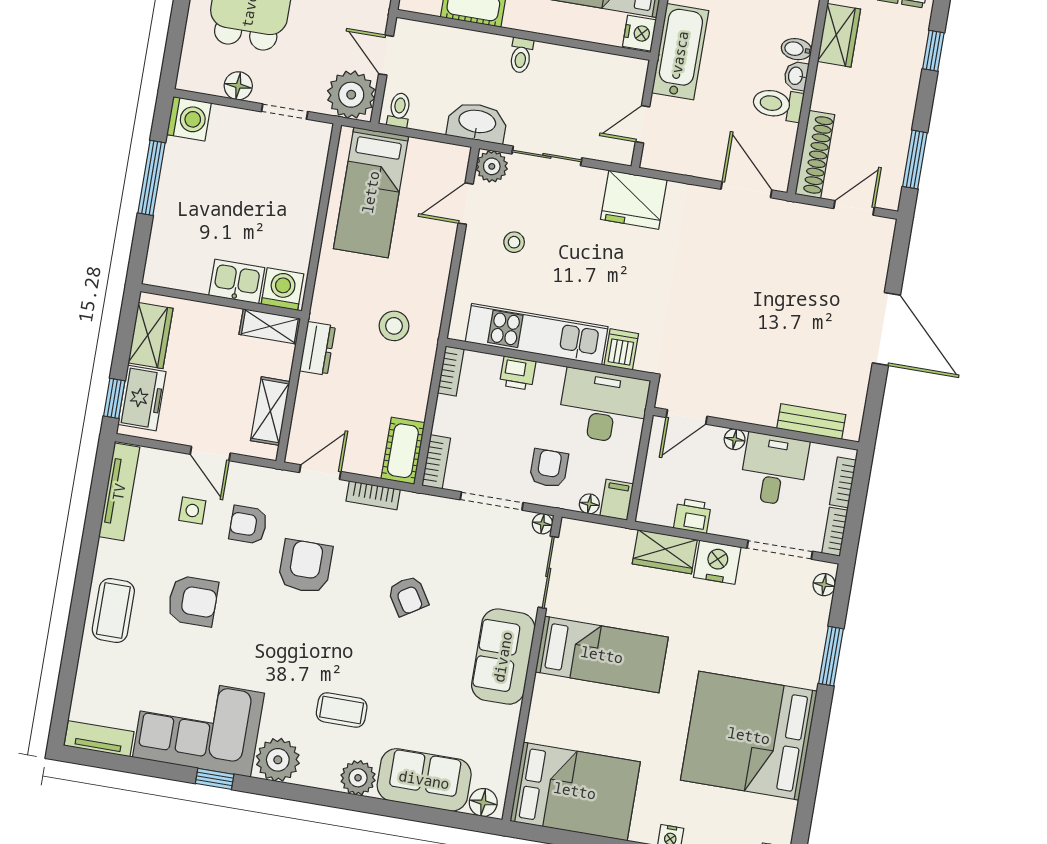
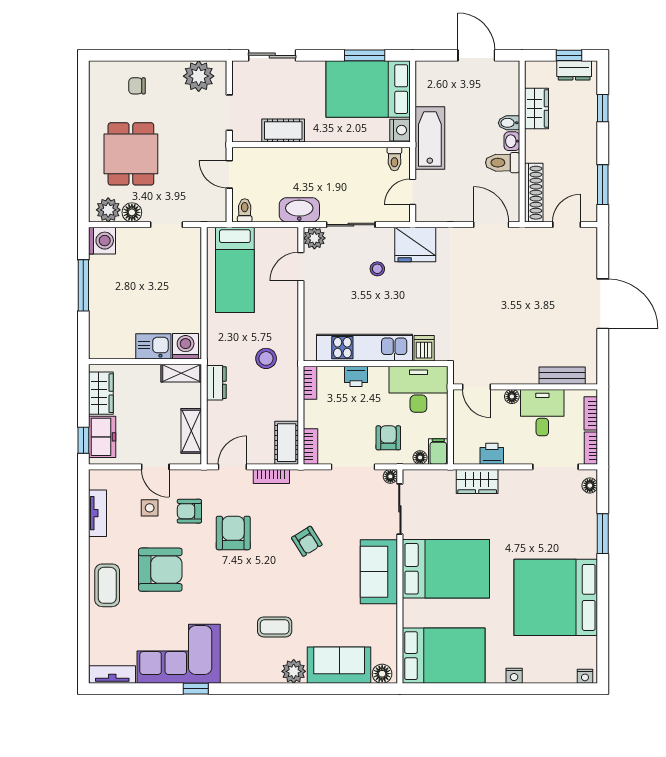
toilet: (521, 55) -> (394, 159), moved
plant: (351, 95) -> (108, 210), moved, width x0.73, depth x0.73
stool: (514, 242) -> (377, 269), moved
door: (687, 417) -> (476, 387), hinge flipped
tv unit: (119, 492) -> (97, 513), width x0.71
nightstand: (717, 562) -> (514, 482), removed
armchair: (193, 601) -> (160, 570), width x1.36, depth x1.36
bed: (602, 655) -> (446, 569), width x1.50
plant: (278, 760) -> (237, 668), removed

